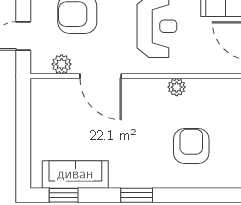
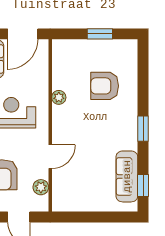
door: (101, 76) -> (50, 157), width x0.73

